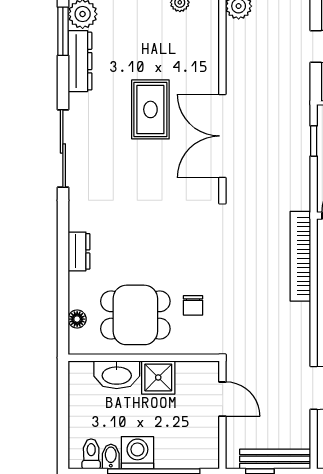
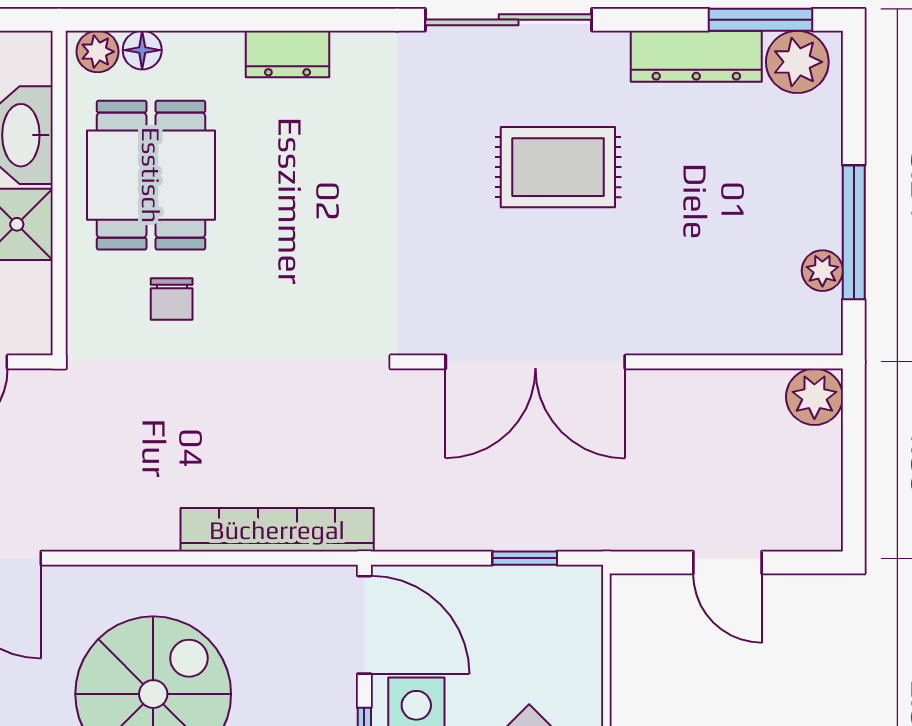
rug: (150, 109) -> (558, 167), moved
double door: (222, 136) -> (535, 362), swing flipped
chair: (193, 305) -> (172, 299), turned -90
plant: (78, 340) -> (98, 52), added

